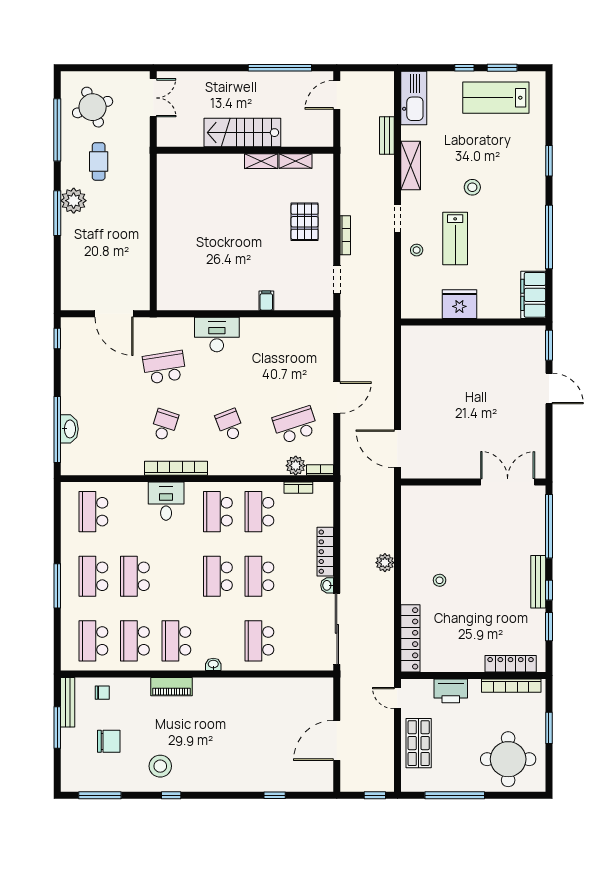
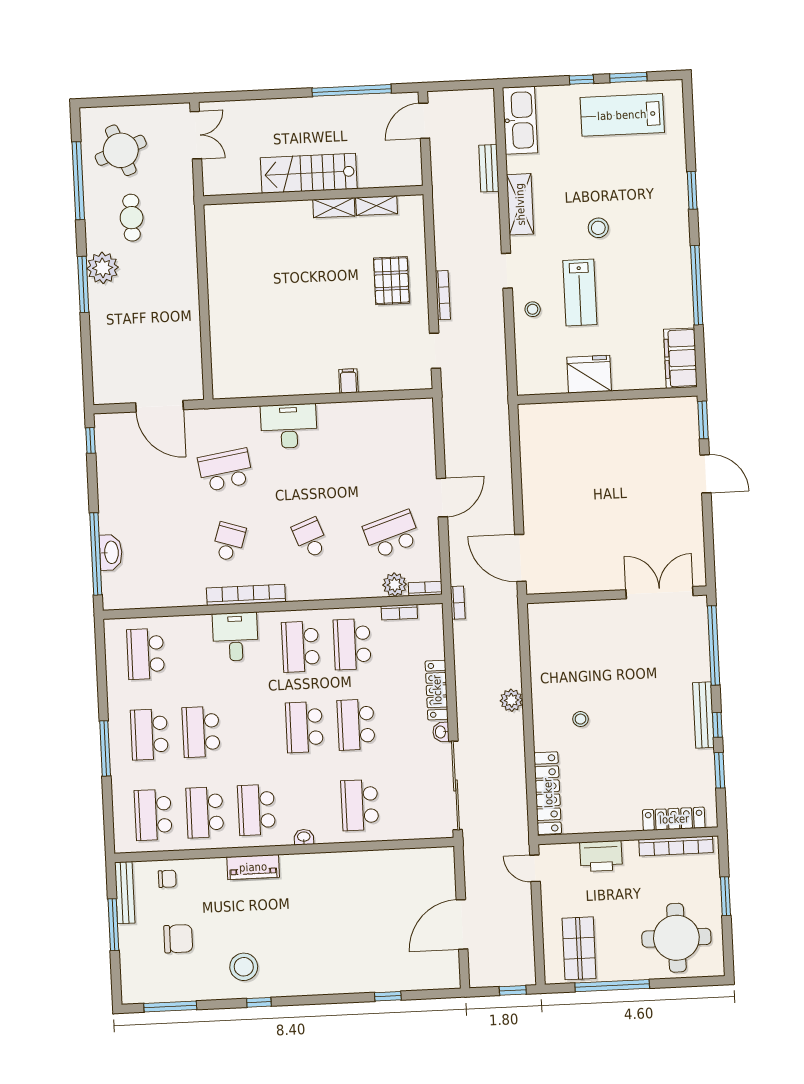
bookcase: (345, 482) -> (458, 603), added
shop shelf: (419, 743) -> (579, 948), moved

